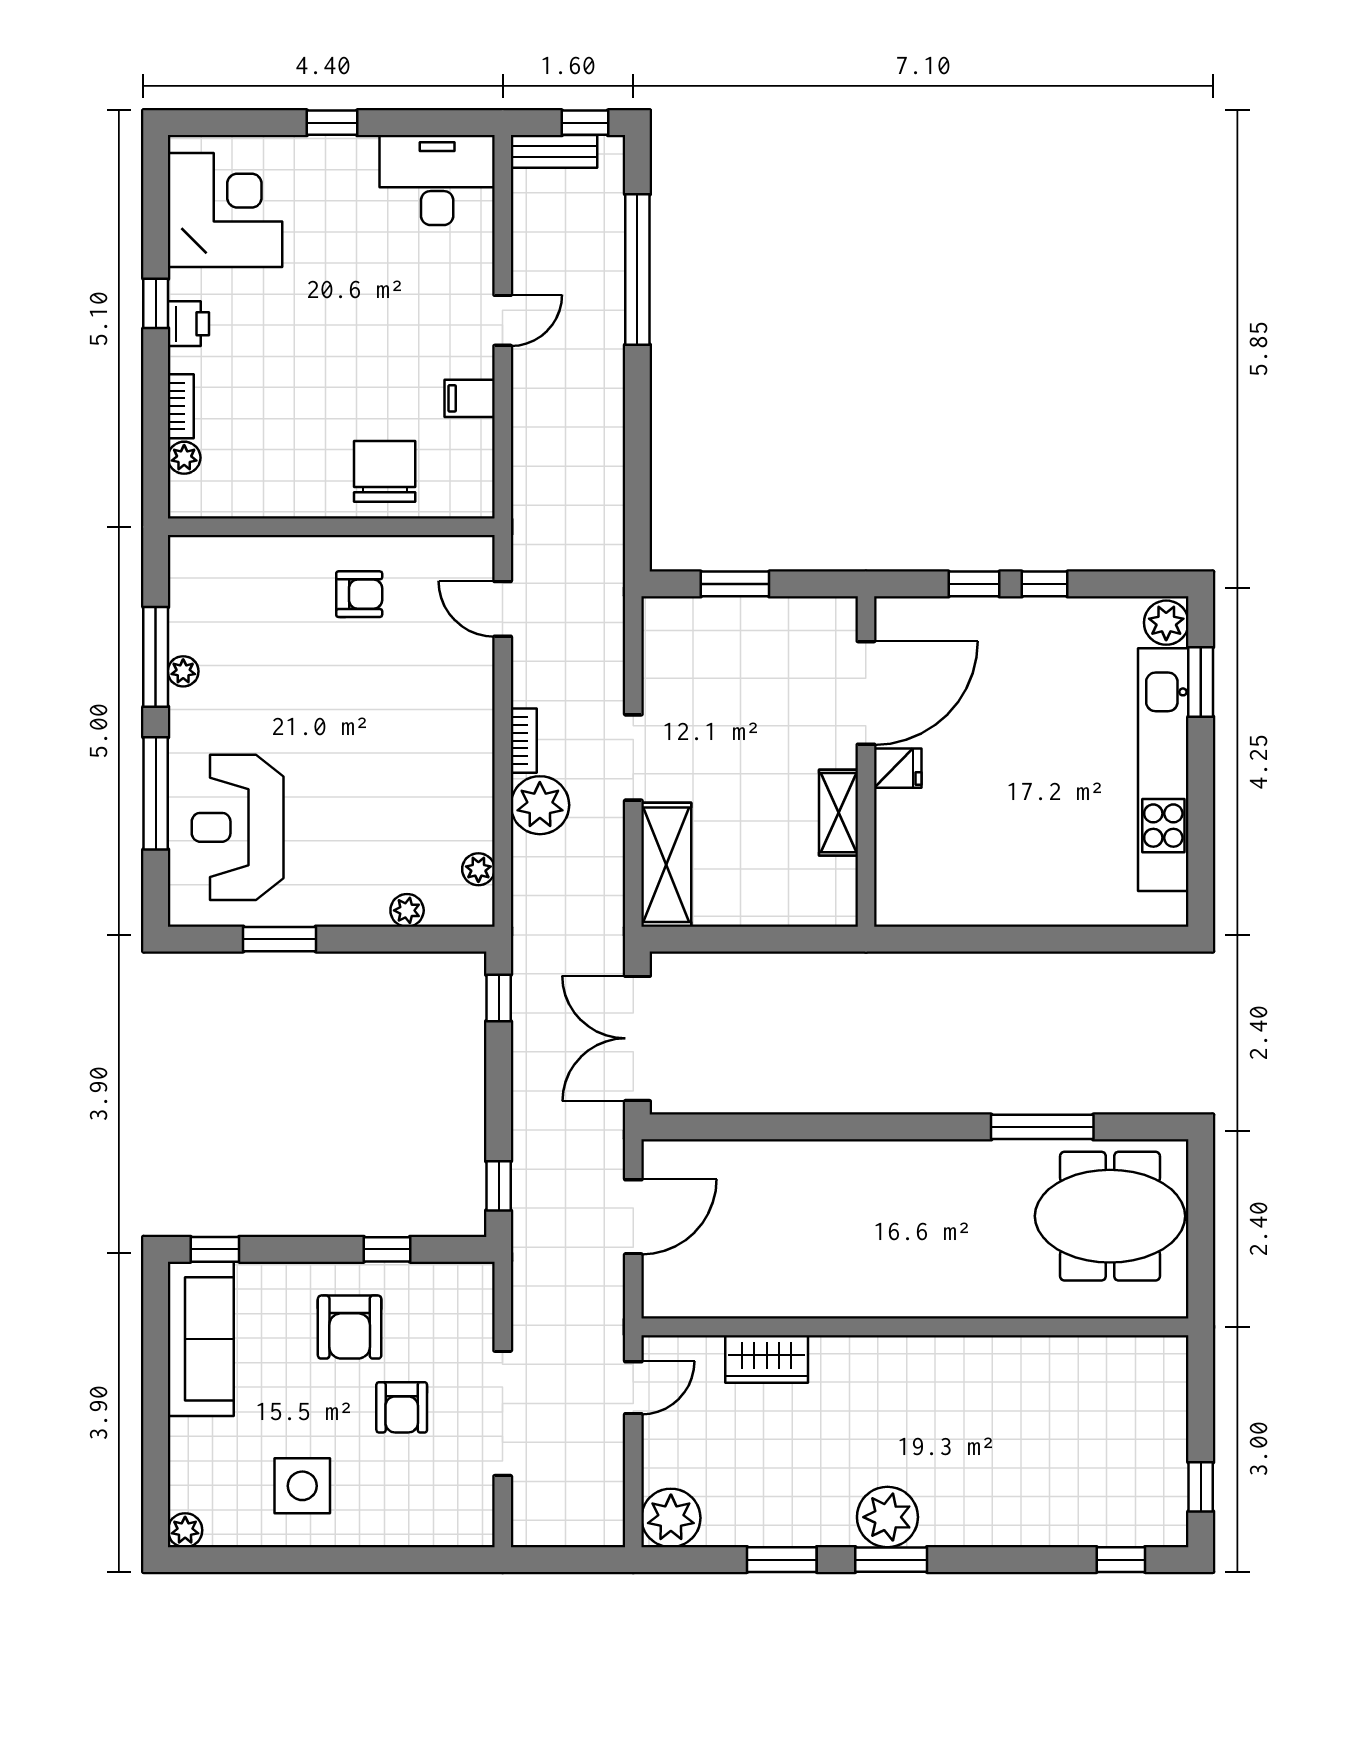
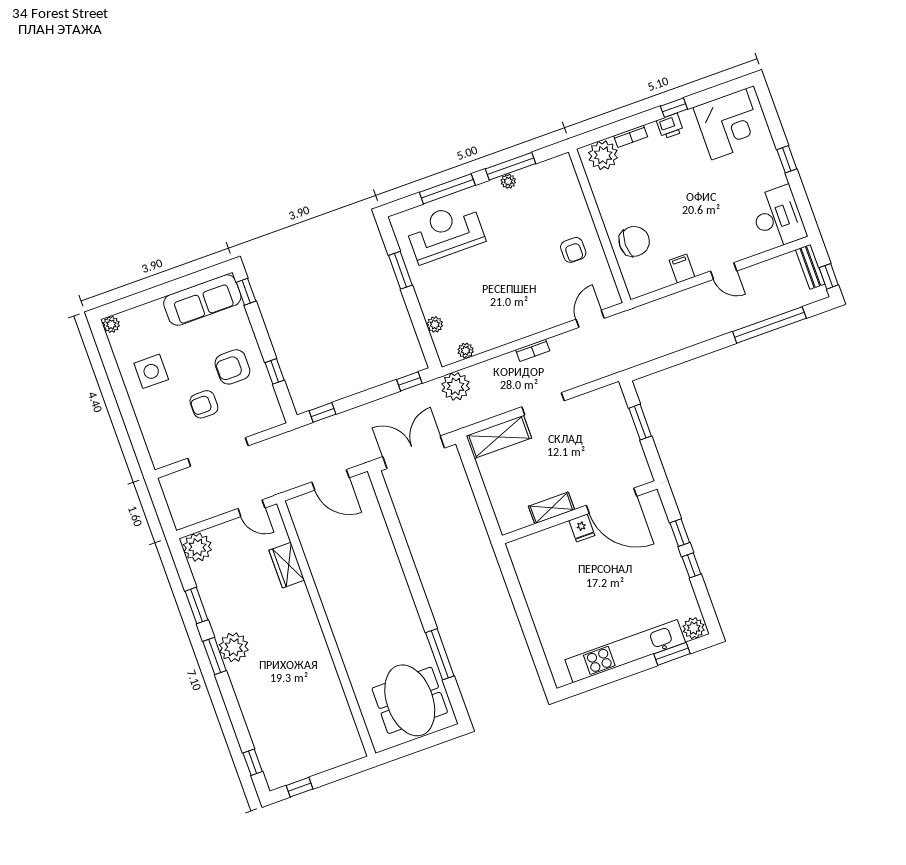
plant: (184, 458) -> (603, 155), width x1.88, depth x1.88
plant: (540, 805) -> (456, 386), moved

